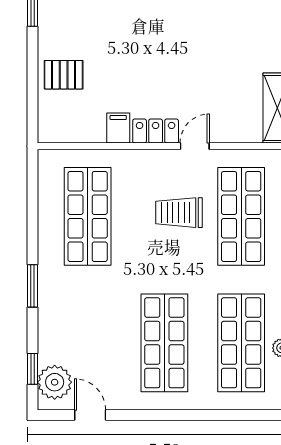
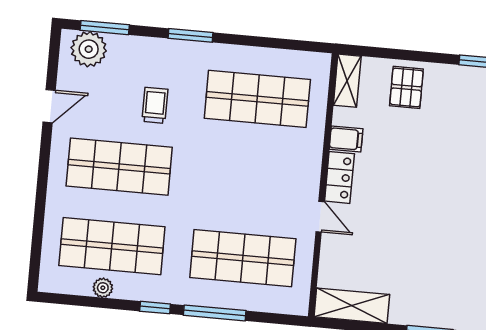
shelving: (62, 132) -> (347, 81), added
trolley: (179, 213) -> (155, 105), moved, width x0.73, depth x0.72
window: (33, 369) -> (105, 28), width x1.50
door: (90, 415) -> (49, 106), moved

